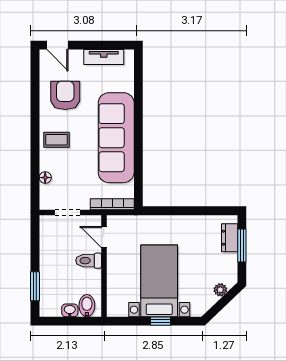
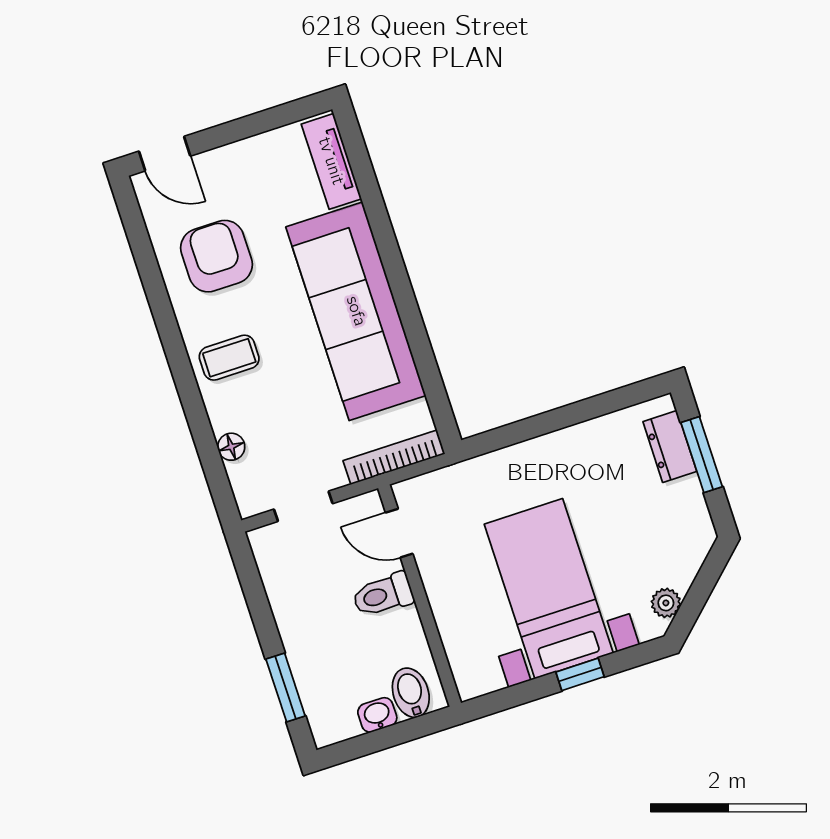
tv unit: (104, 57) -> (331, 161), moved, turned 90
plant: (220, 290) -> (666, 603), moved

